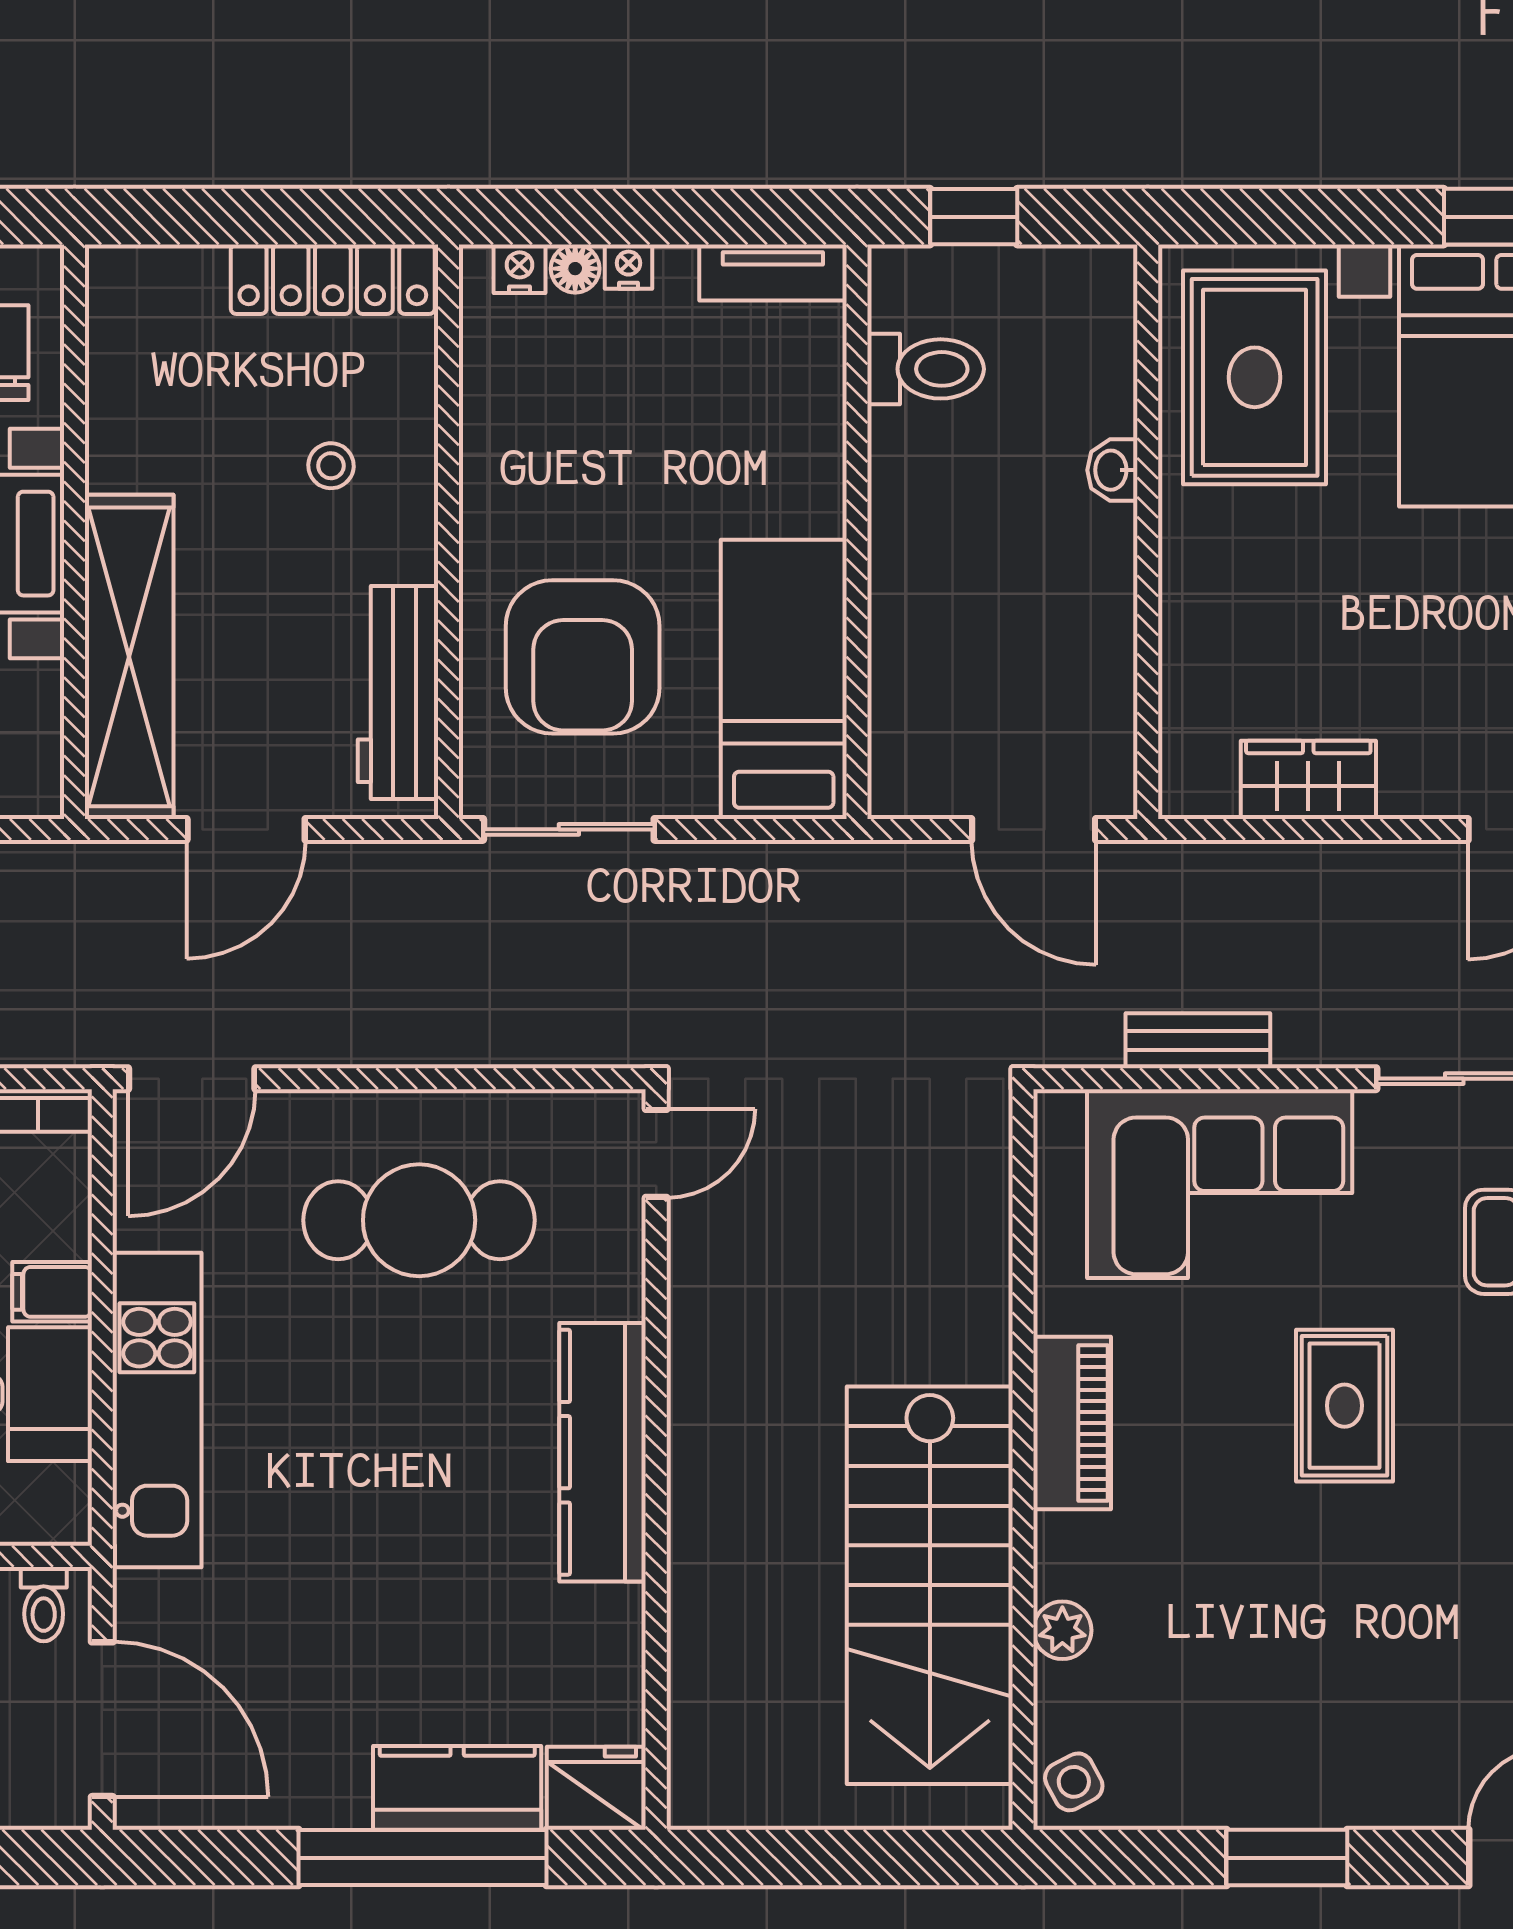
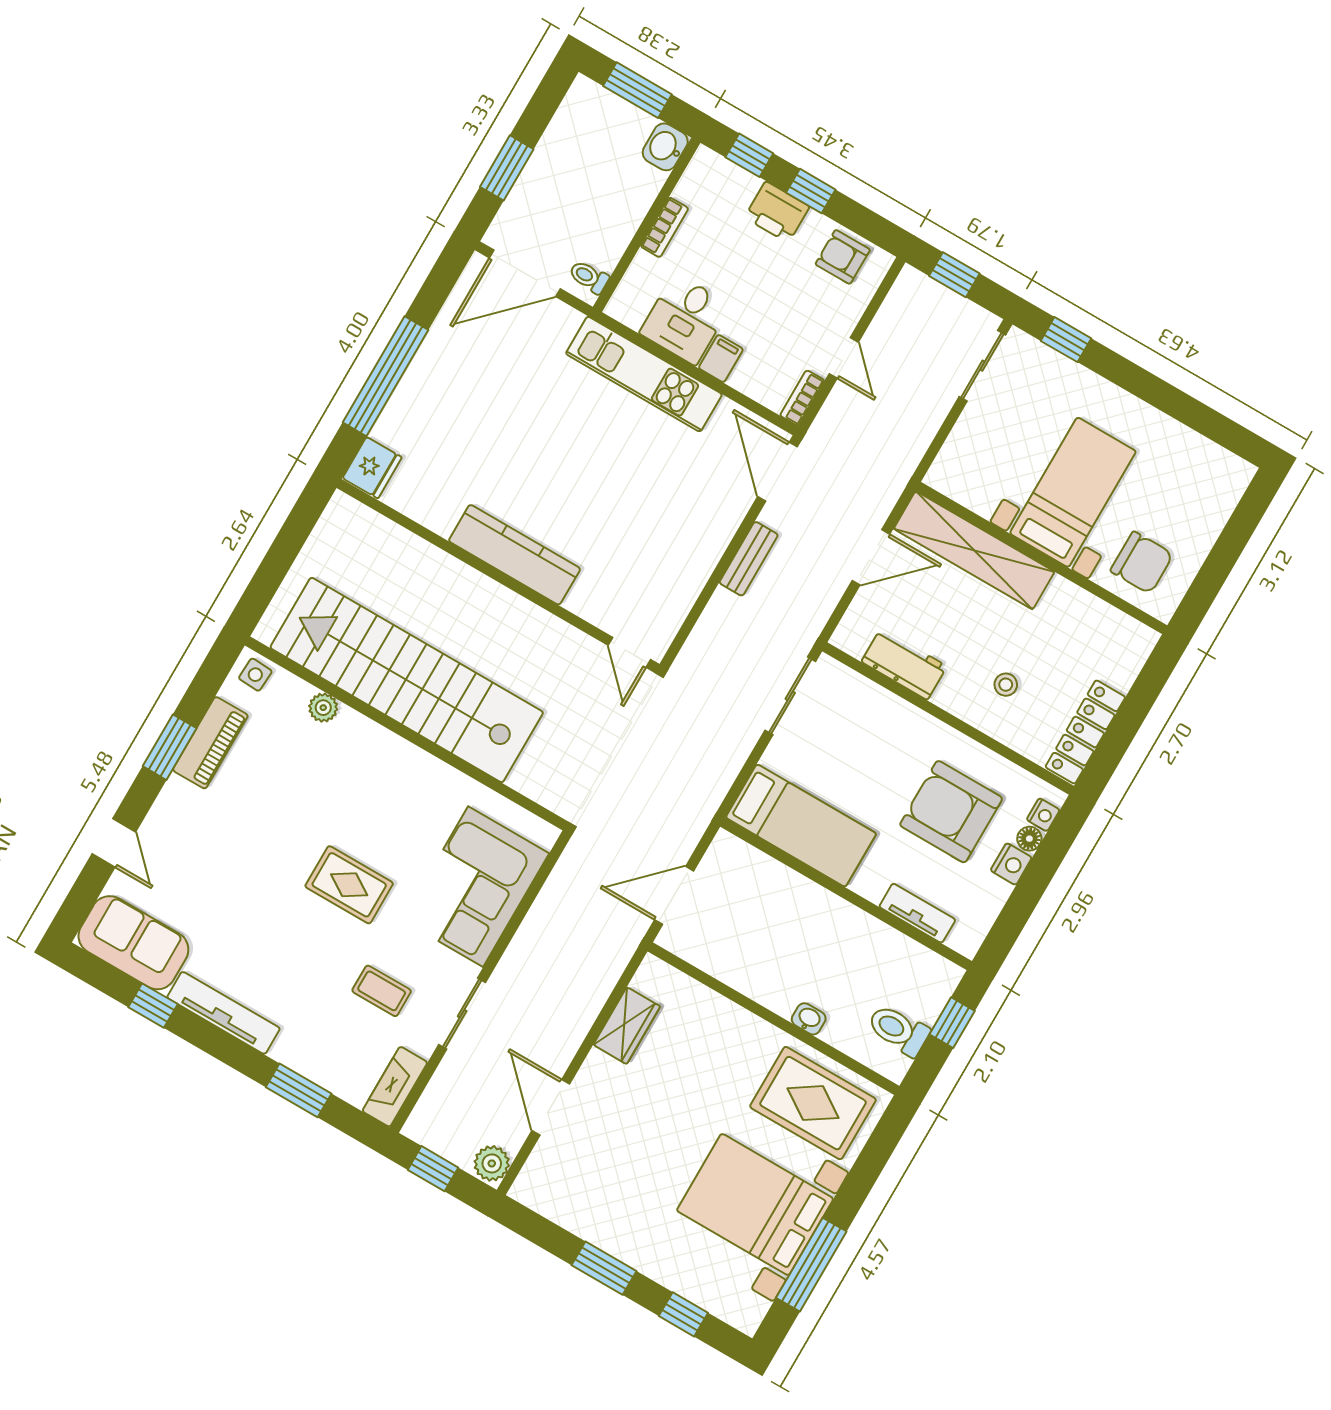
nightstand: (628, 267) -> (1011, 864), width x1.39, depth x1.35
tv unit: (773, 272) -> (917, 913), moved, turned 90
toilet: (926, 369) -> (898, 1030), moved, turned 90
armchair: (583, 657) -> (951, 812), moved
workbench: (398, 693) -> (904, 664), width x0.73
door: (246, 829) -> (871, 557), swing flipped
bench: (1198, 1041) -> (749, 559), moved
cafe table: (419, 1220) -> (660, 534), removed
piano: (1072, 1423) -> (210, 743), moved, turned -90
stairs: (930, 1585) -> (407, 680), width x1.36
side table: (1074, 1782) -> (255, 675), turned 31
kitchen counter: (457, 1788) -> (407, 409), removed

